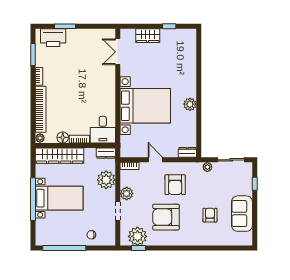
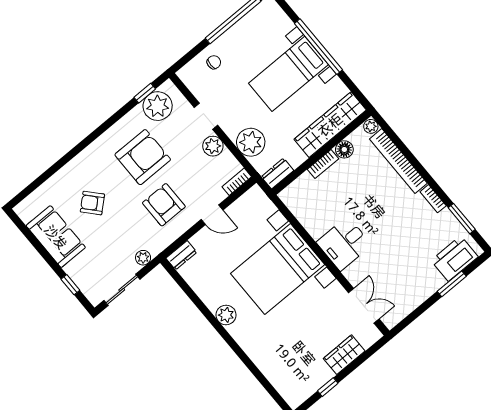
desk: (103, 130) -> (344, 244), moved, turned -90
armchair: (210, 215) -> (92, 203), turned 138

